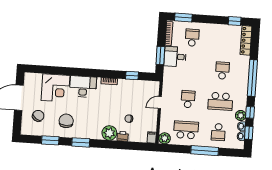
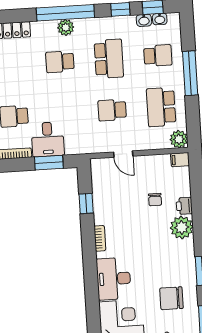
plant: (241, 116) -> (66, 27), moved

